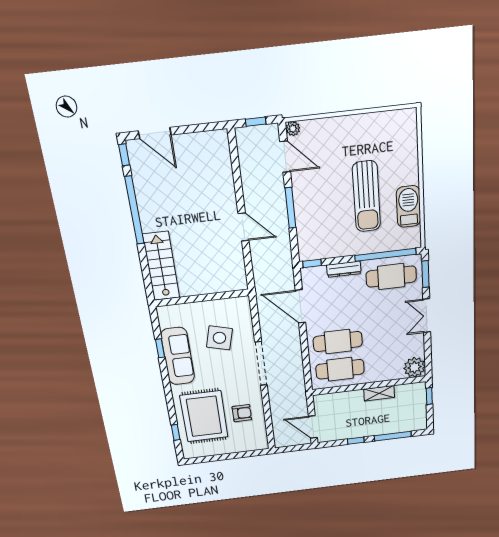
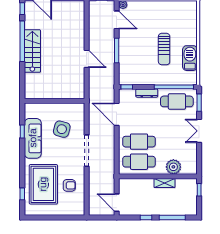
sun lounger: (366, 197) -> (164, 49), width x0.73, depth x0.75
stairs: (161, 266) -> (32, 51), moved
plant: (414, 367) -> (173, 167), moved

